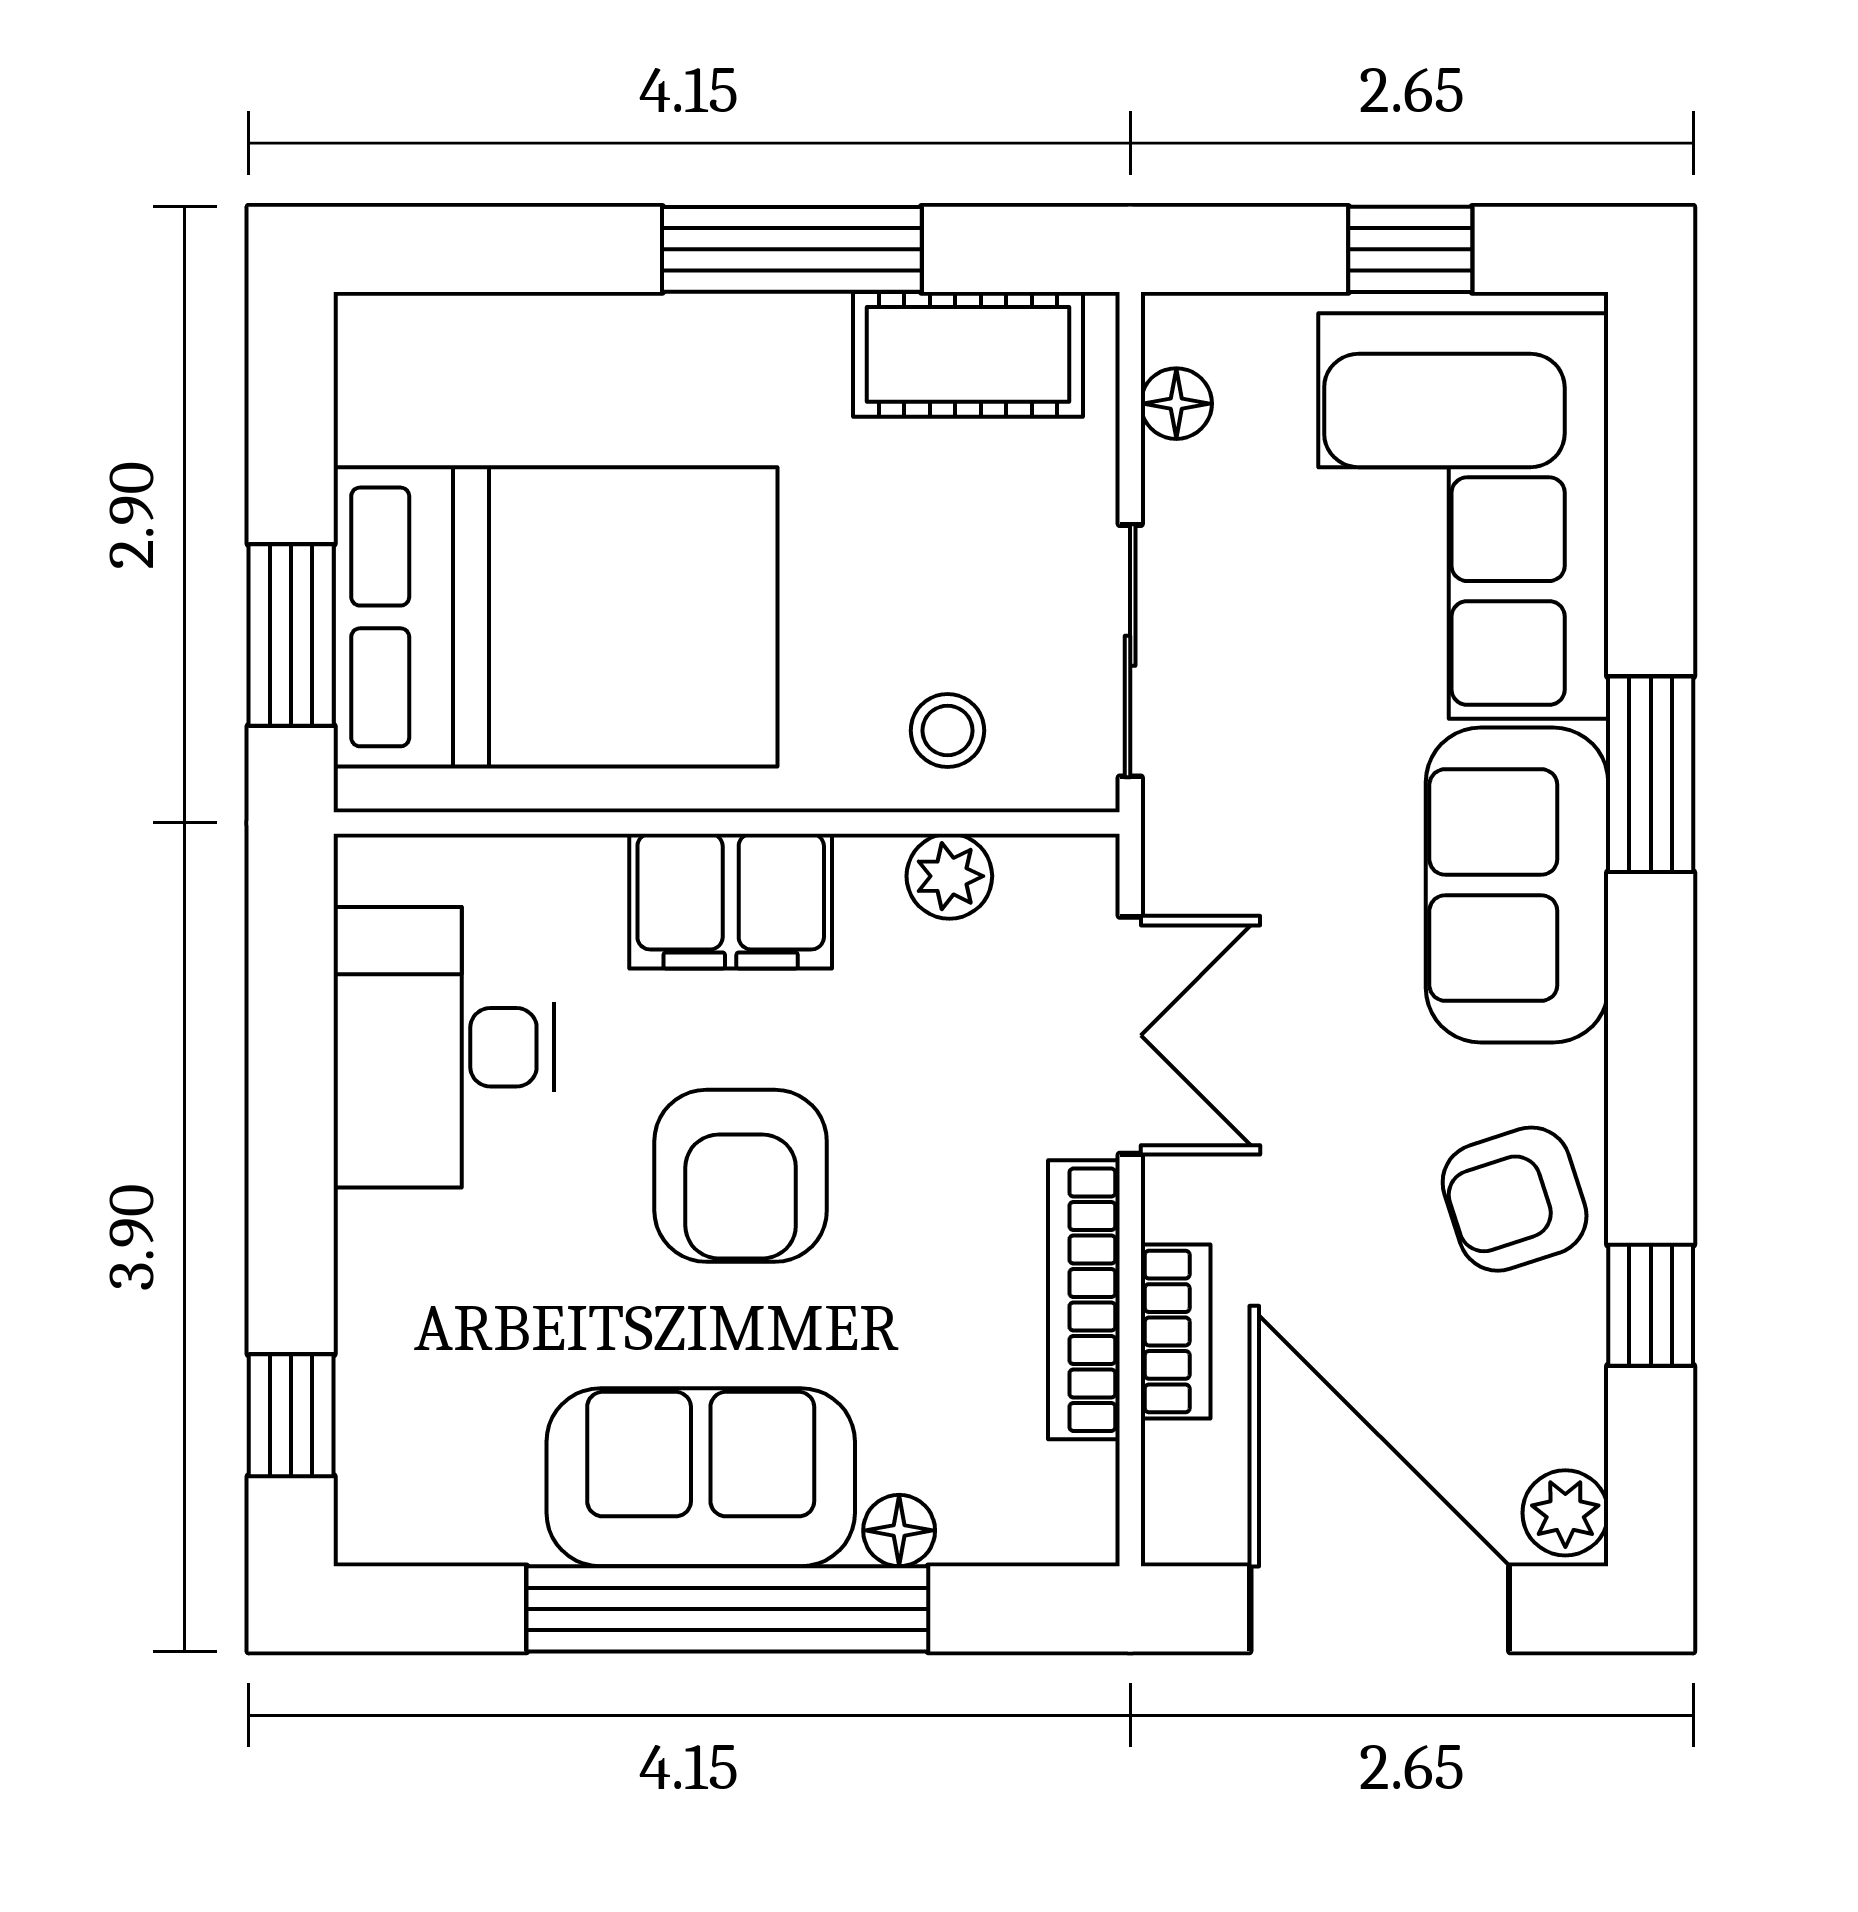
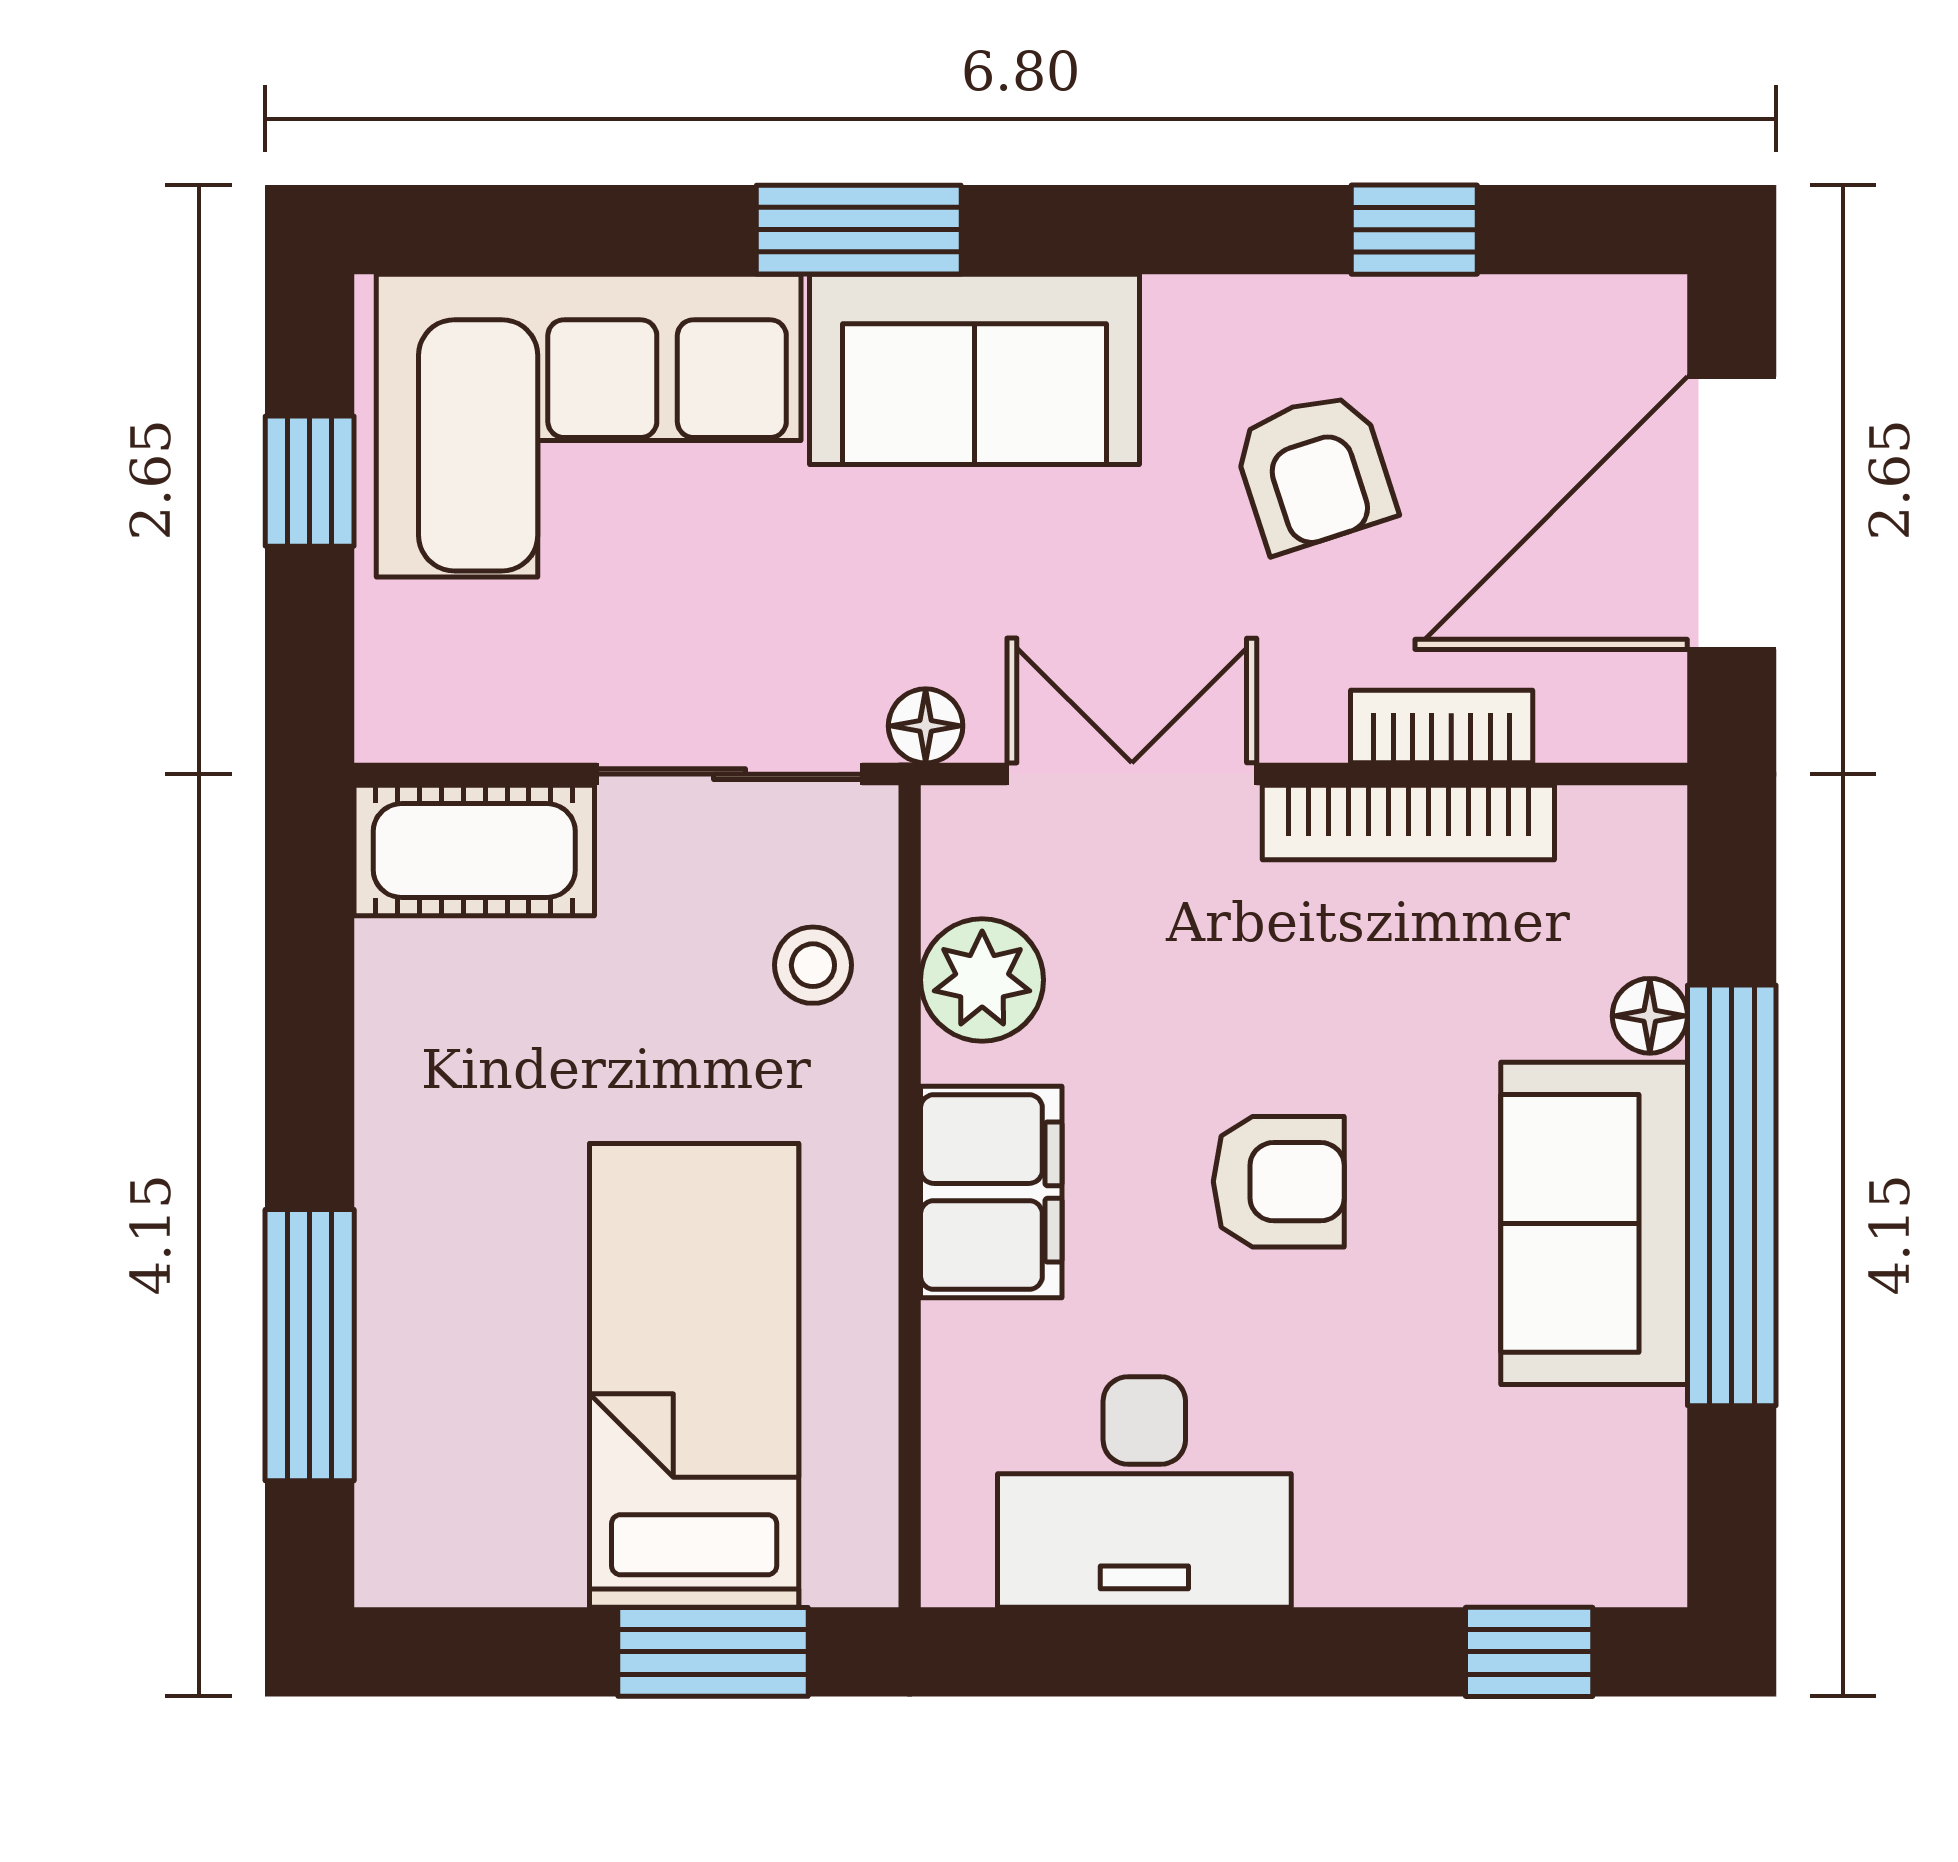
window: (792, 249) -> (310, 1345), moved
cot: (968, 354) -> (474, 851), moved, turned 90
floor lamp: (1176, 404) -> (926, 726), moved
bed: (555, 617) -> (694, 1375), width x0.67
plant: (949, 876) -> (982, 980), width x1.38, depth x1.38
armchair: (741, 1176) -> (1279, 1182), width x0.72, depth x0.72
armchair: (1515, 1199) -> (1314, 472), moved
plant: (1565, 1513) -> (1631, 319), removed

